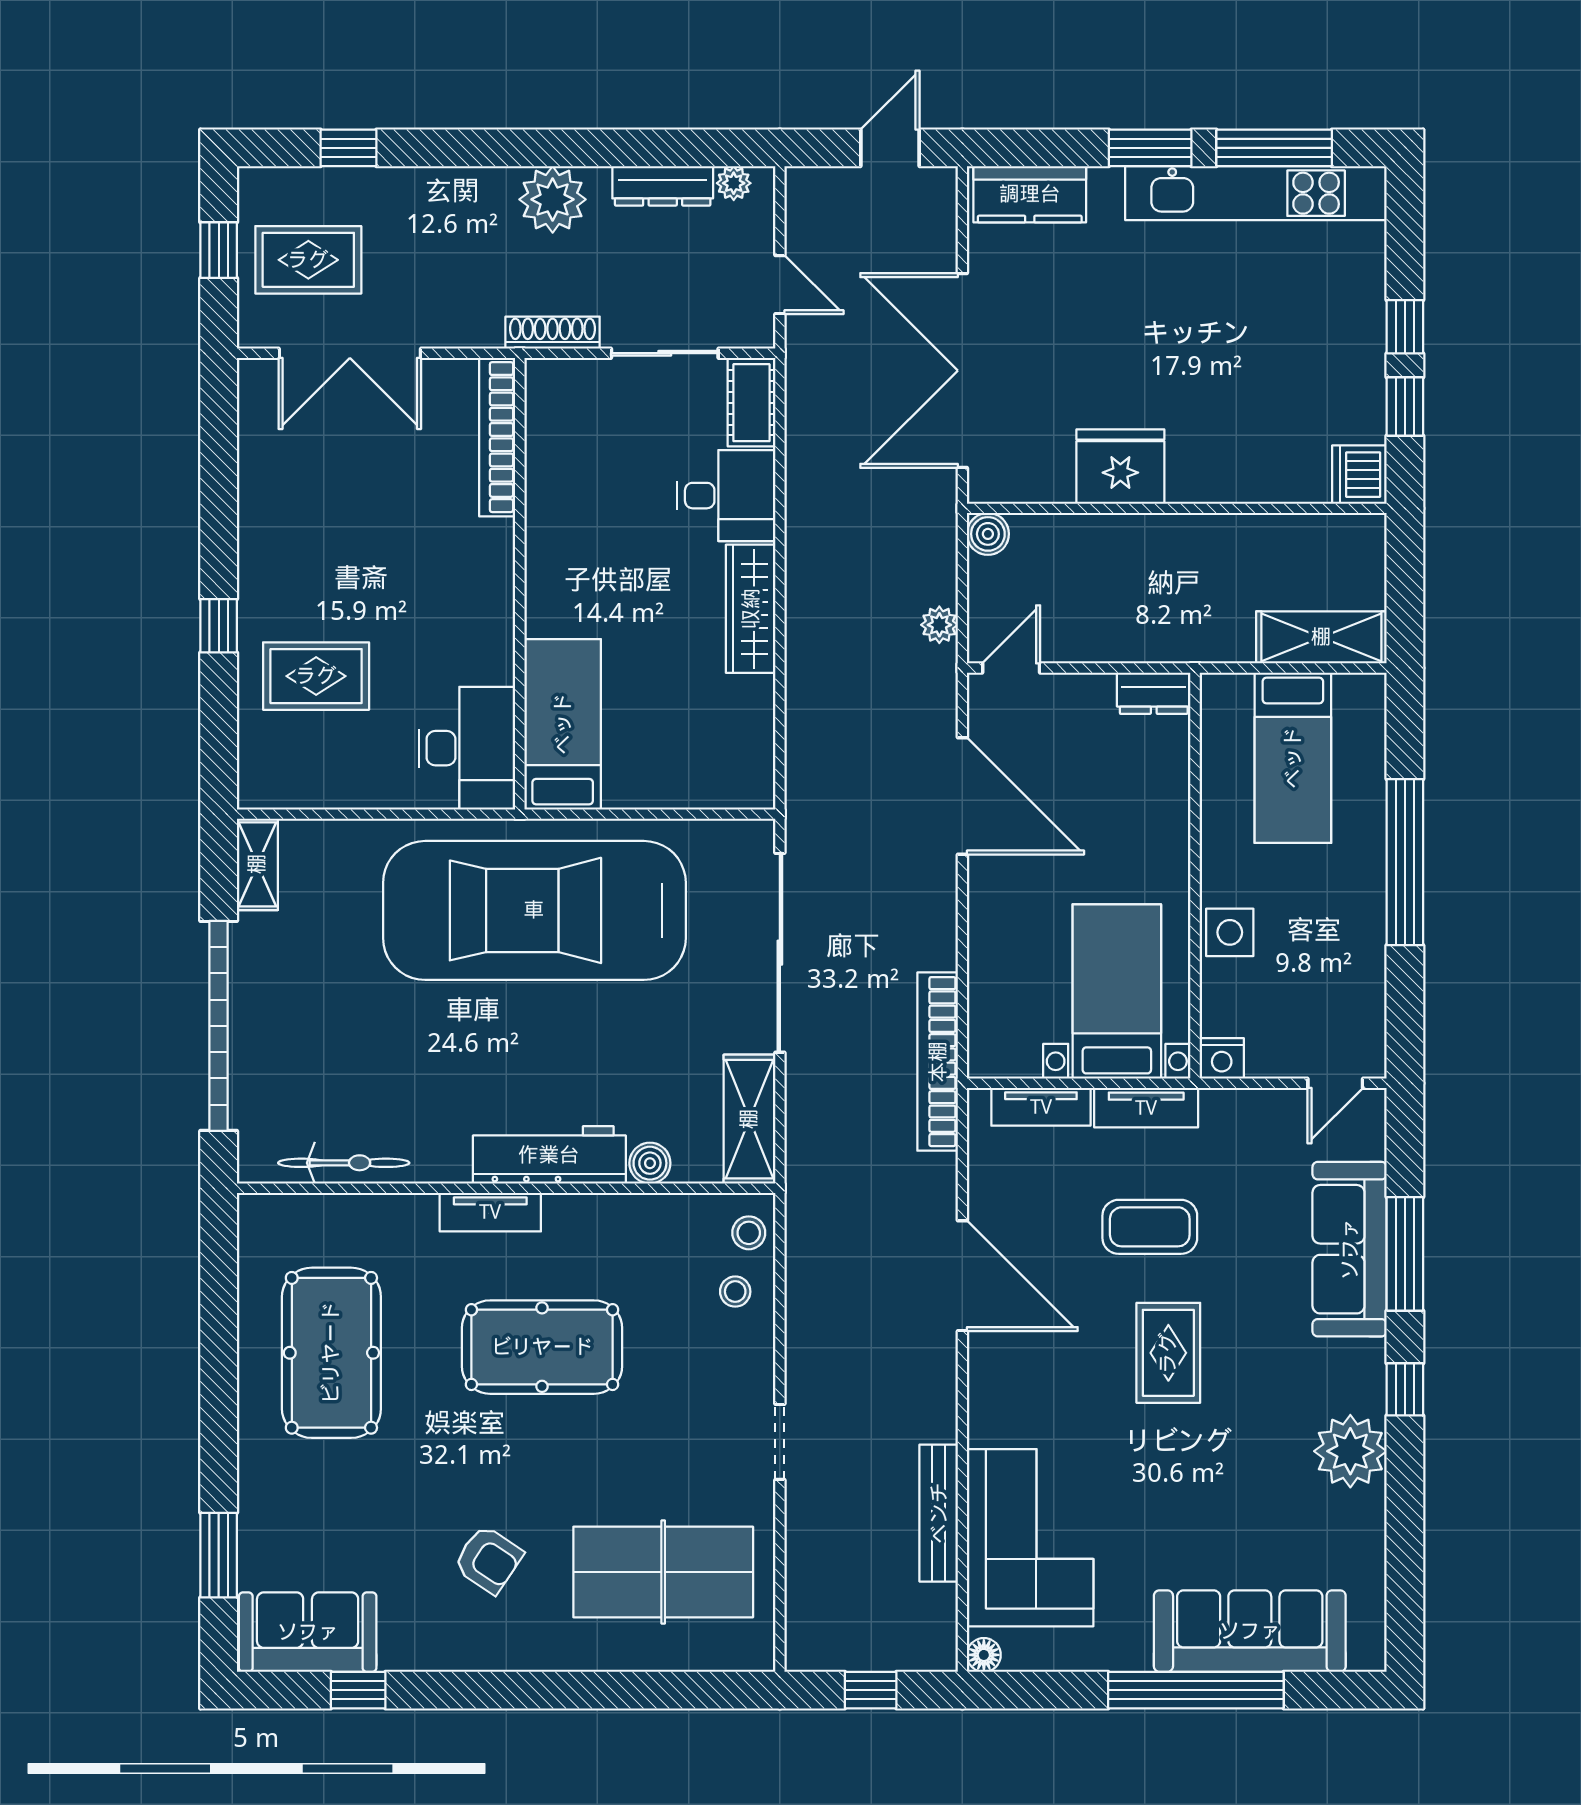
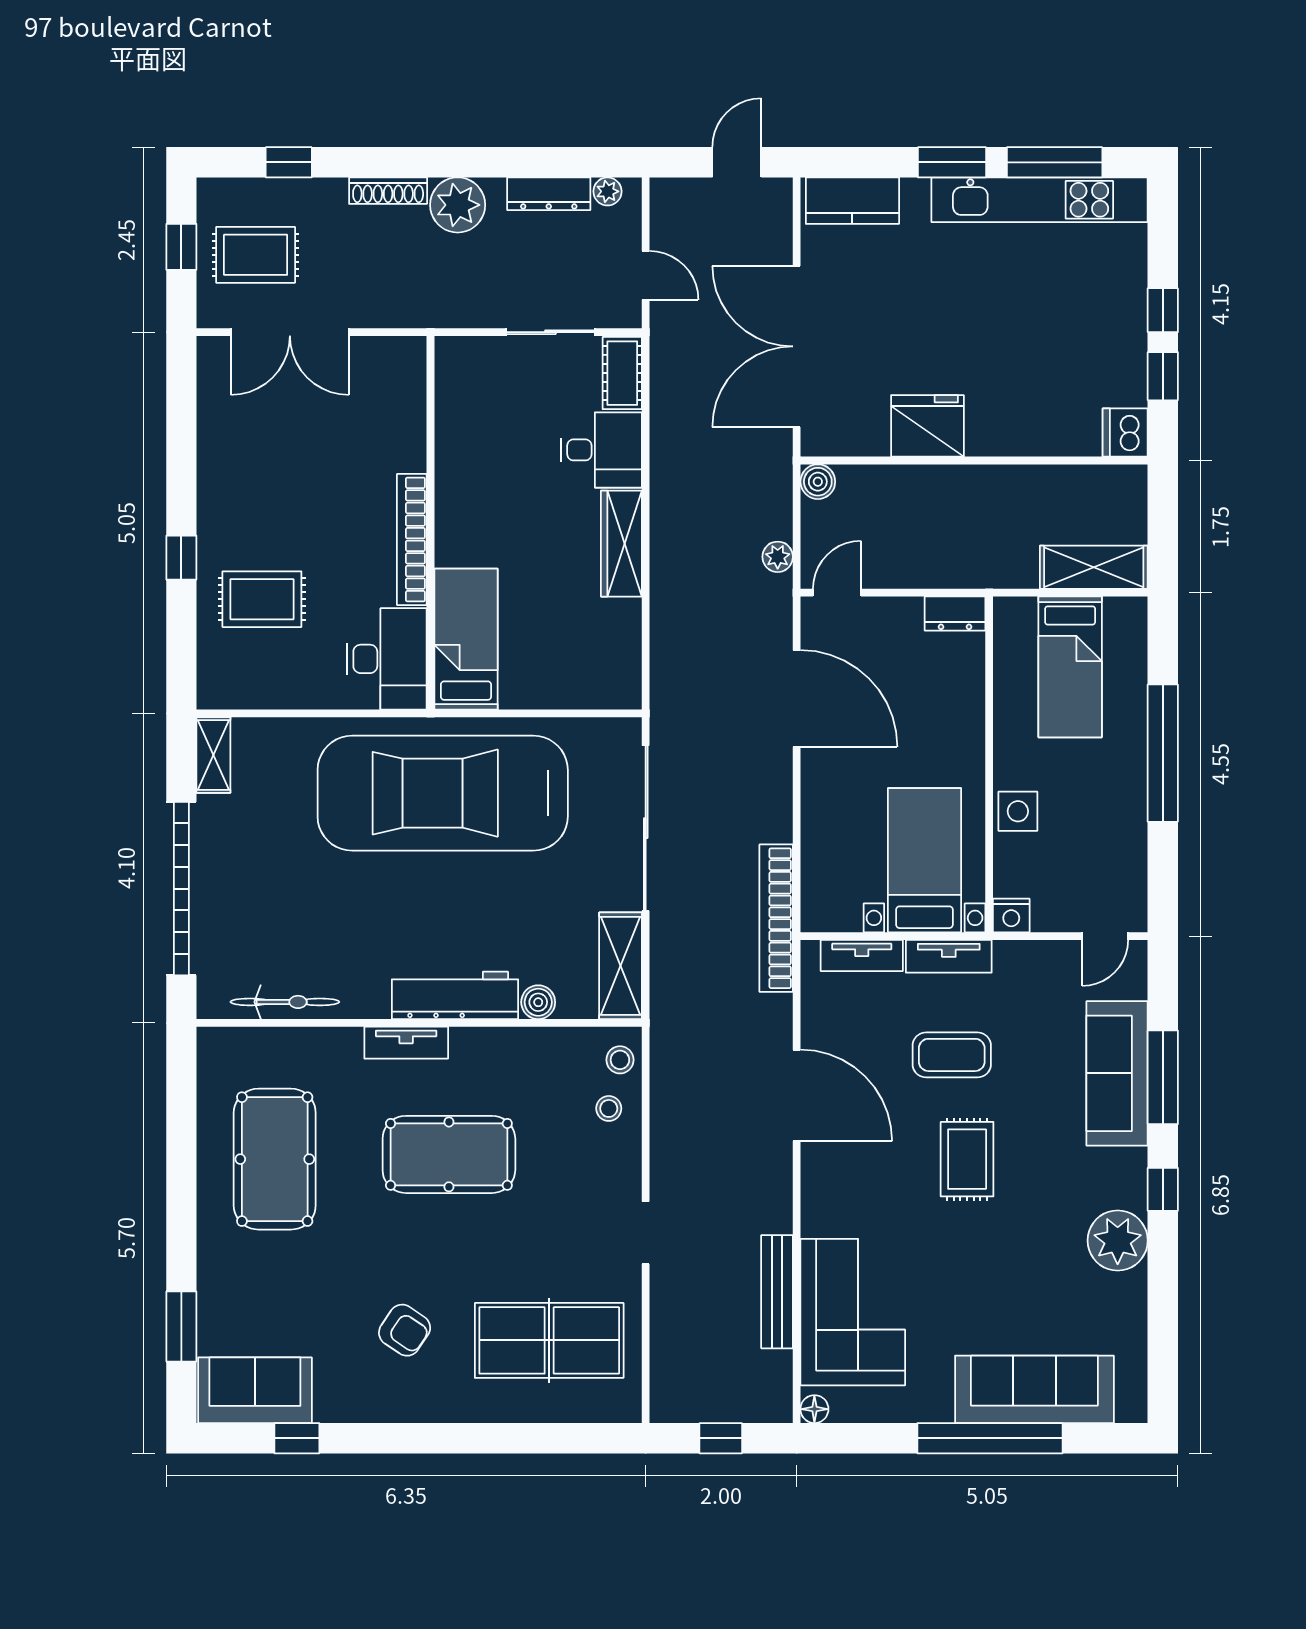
shoe rack: (553, 333) -> (388, 191), moved, turned 180
bookcase: (497, 437) -> (412, 540), moved

